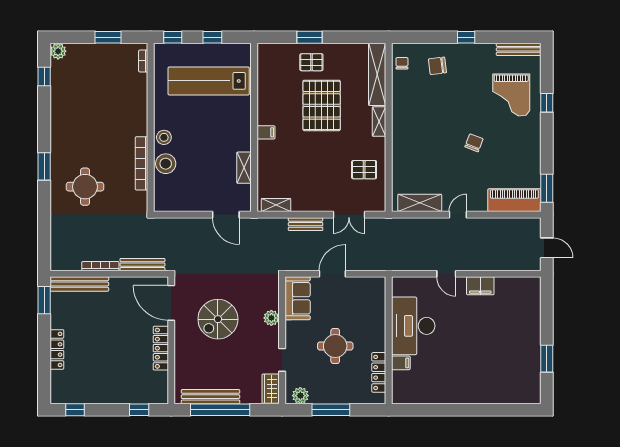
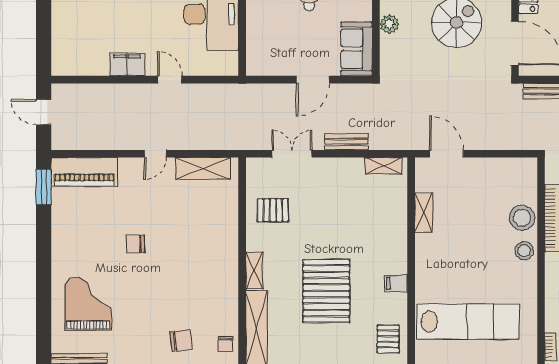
pallet: (311, 62) -> (388, 339), moved, turned 90
window: (547, 103) -> (44, 294), removed
filing cabinet: (266, 132) -> (396, 283), moved
chair: (474, 143) -> (135, 244), turned 68

